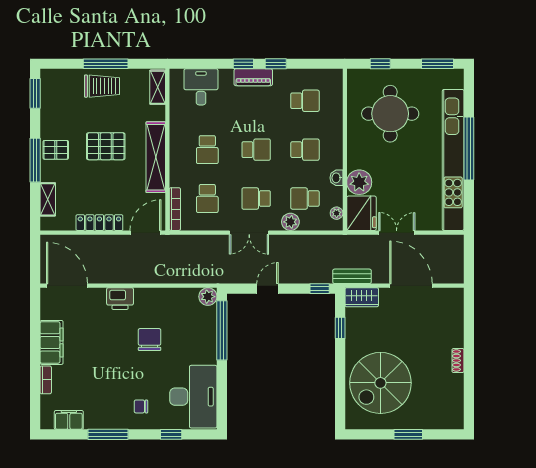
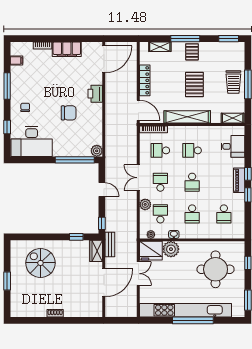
spiral stairs: (380, 383) -> (40, 263), width x0.73, depth x0.73
filing cabinet: (69, 420) -> (16, 60), width x0.50

